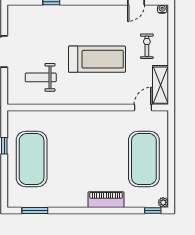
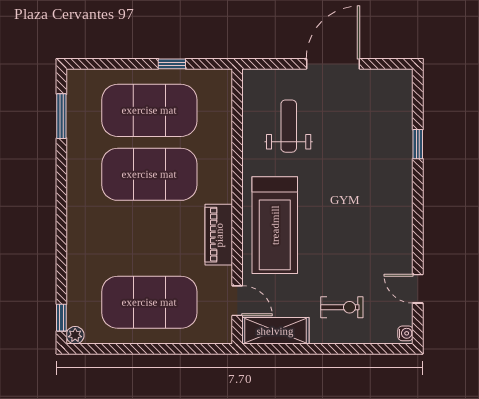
treadmill: (97, 59) -> (275, 225), moved
exercise mat: (69, 159) -> (149, 174), added
piano: (106, 200) -> (219, 235), moved, turned 180

